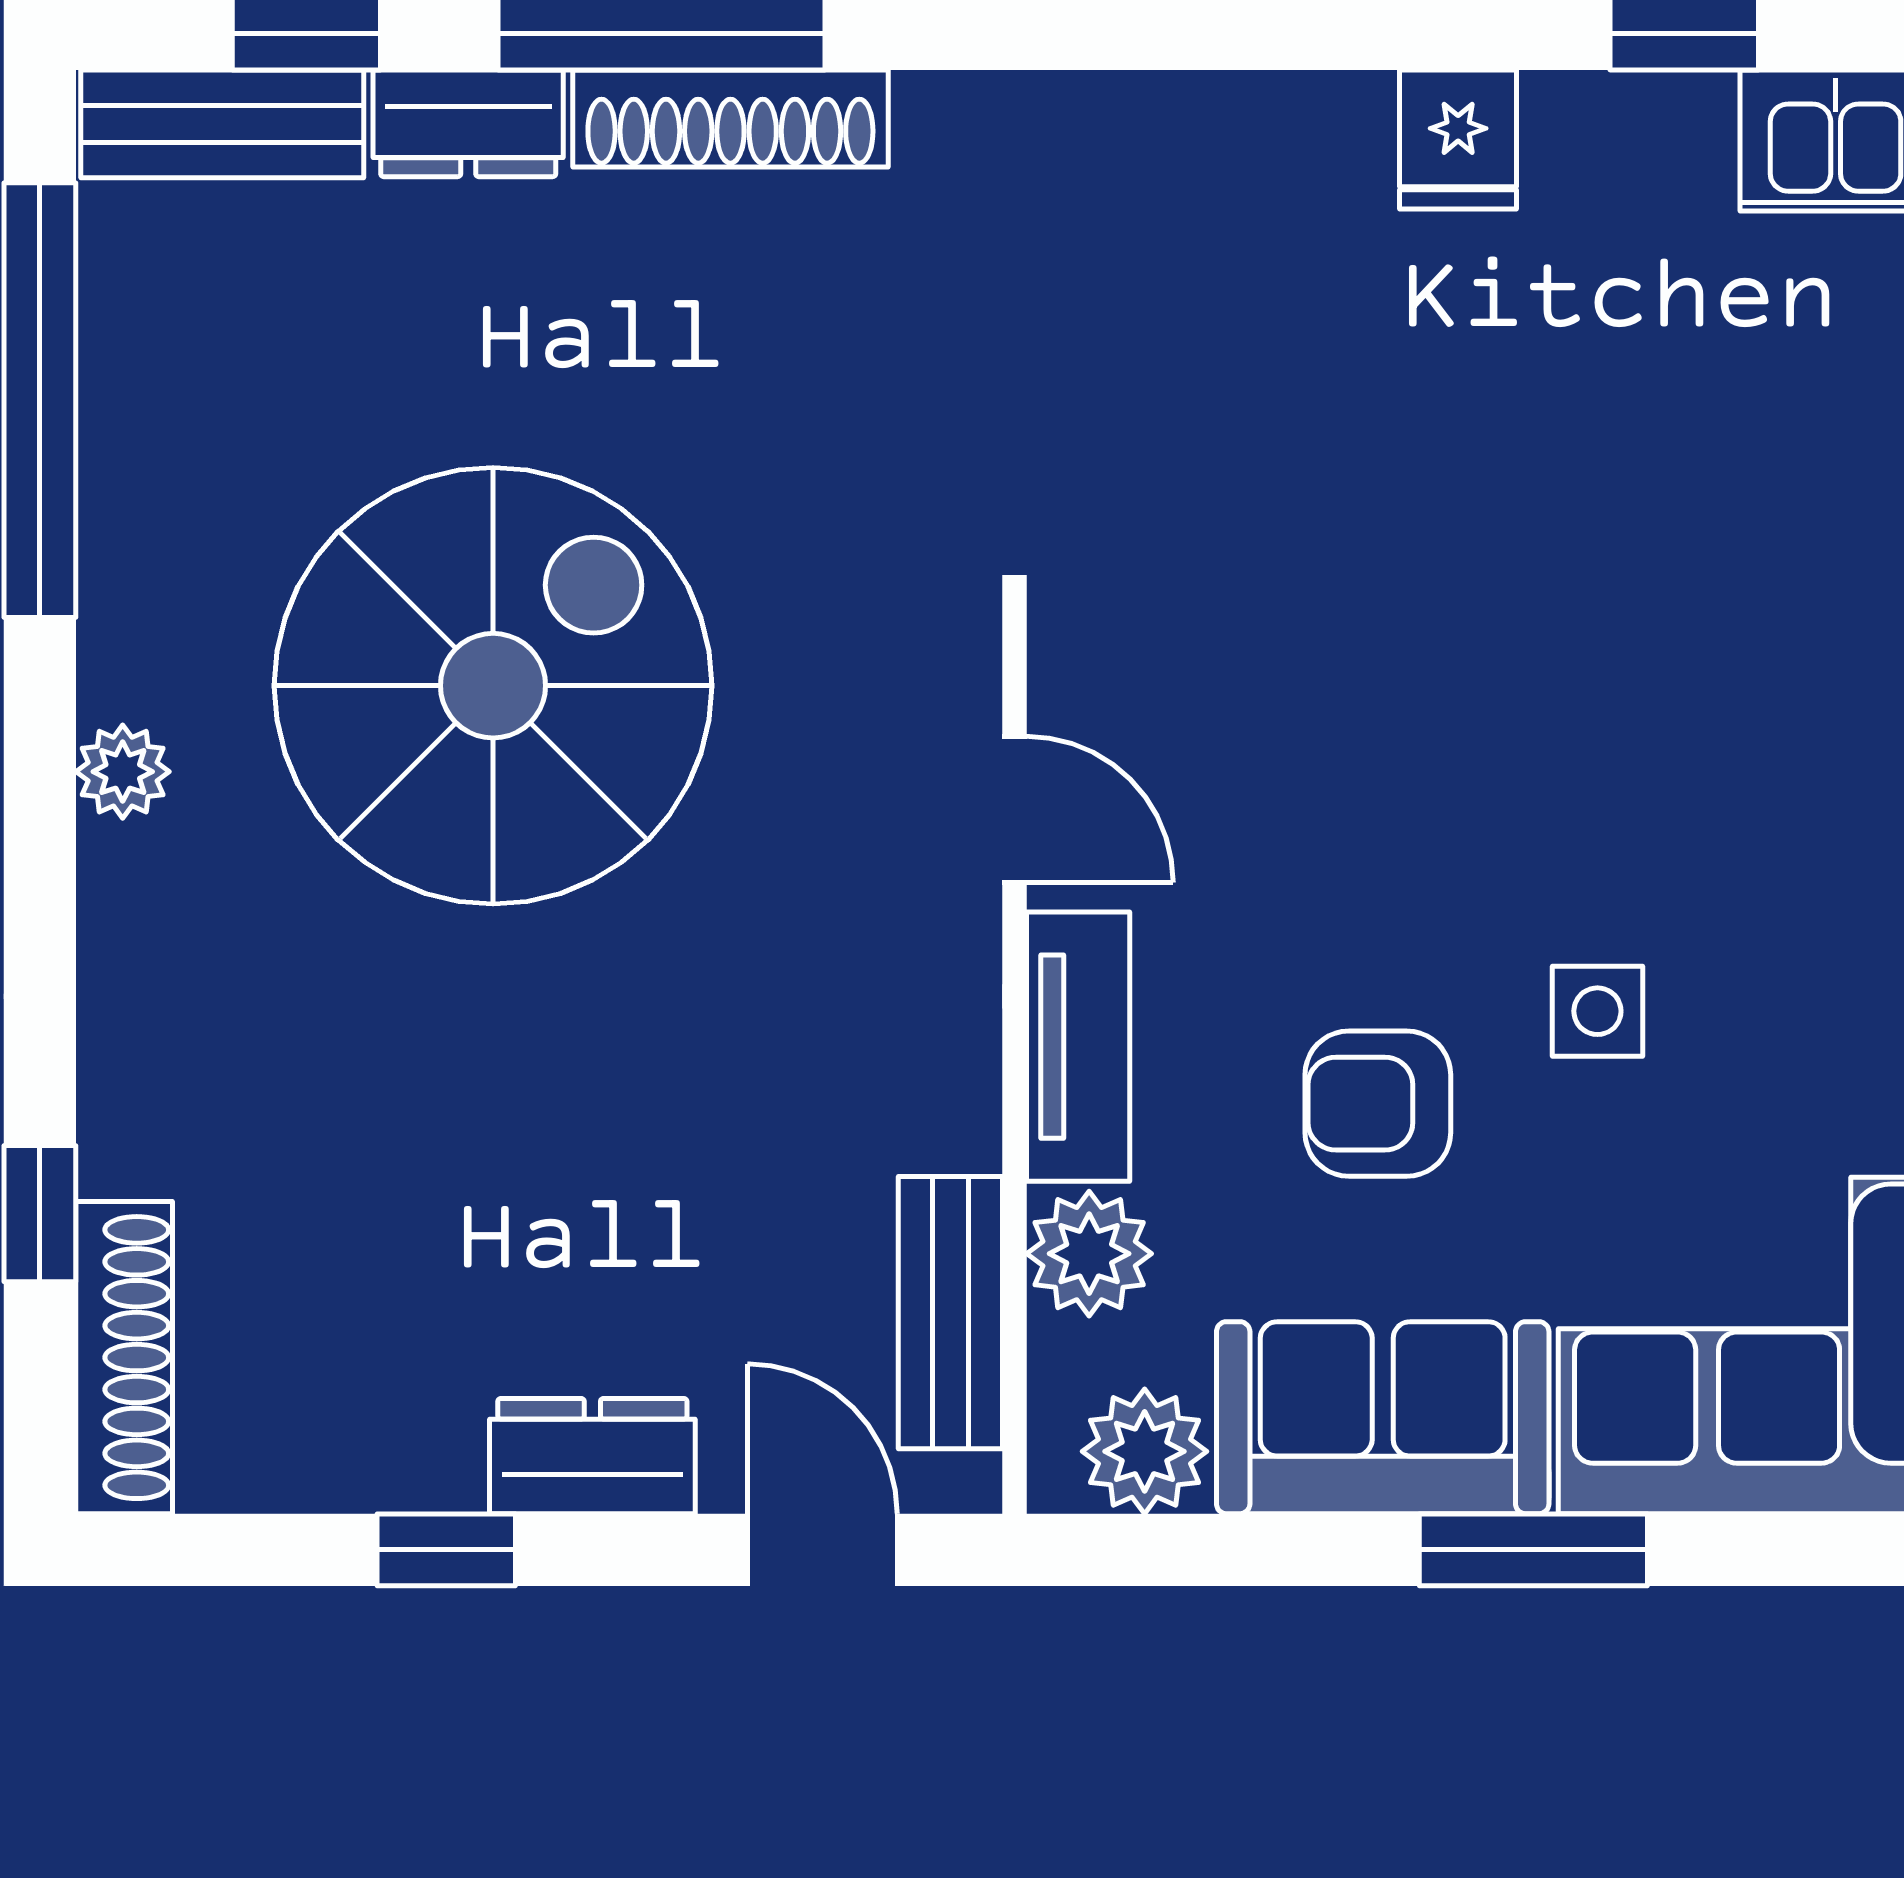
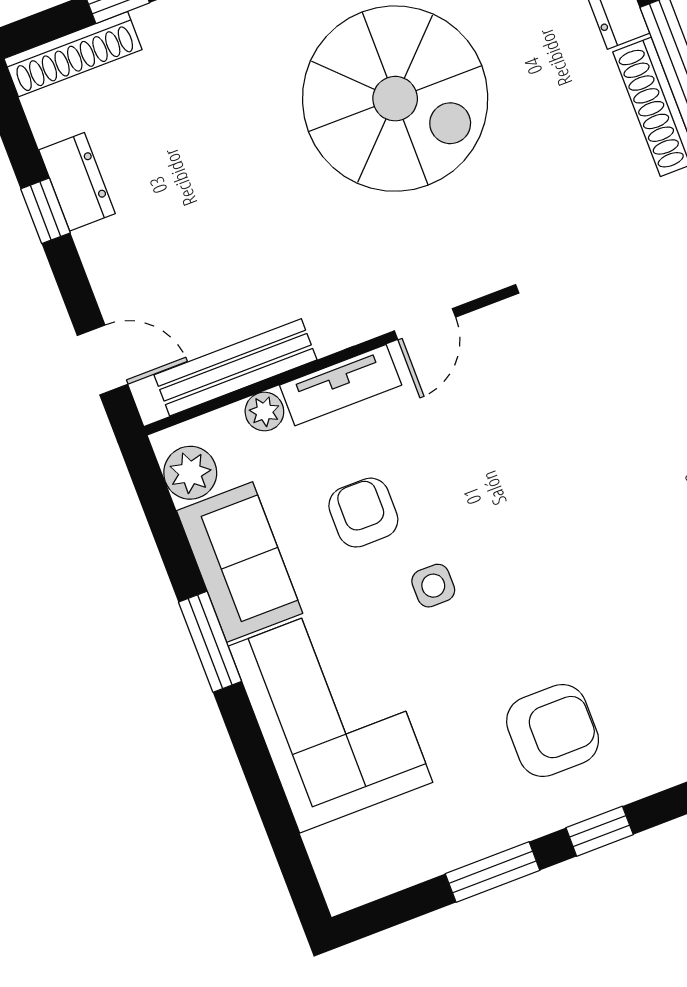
plant: (1089, 1254) -> (264, 411), width x0.73, depth x0.73
bench: (950, 1313) -> (235, 367), width x1.36
dresser: (592, 1456) -> (77, 182), moved
door: (822, 1550) -> (102, 360), hinge flipped

